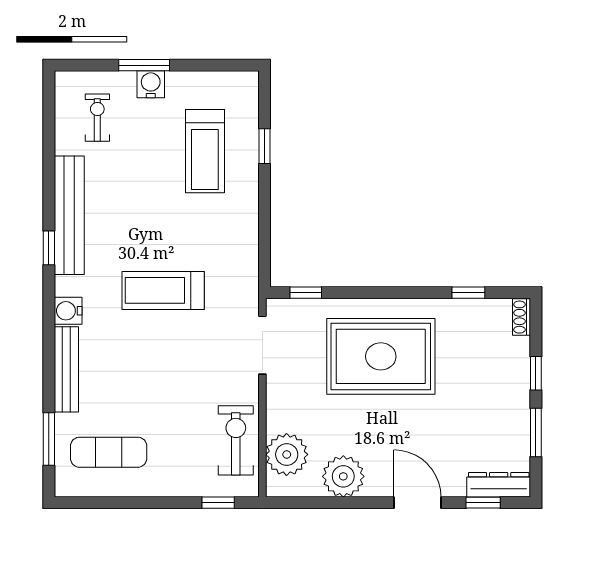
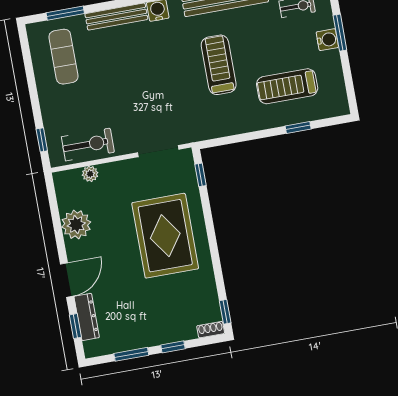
treadmill: (163, 290) -> (219, 65), moved
window: (468, 293) -> (225, 312), moved
plant: (287, 454) -> (90, 174), width x0.53, depth x0.53
dresser: (499, 485) -> (87, 317), moved

